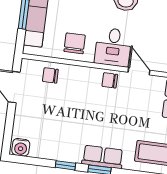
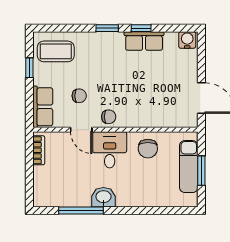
chair: (50, 75) -> (79, 96), moved
row of seats: (103, 157) -> (144, 41), moved

